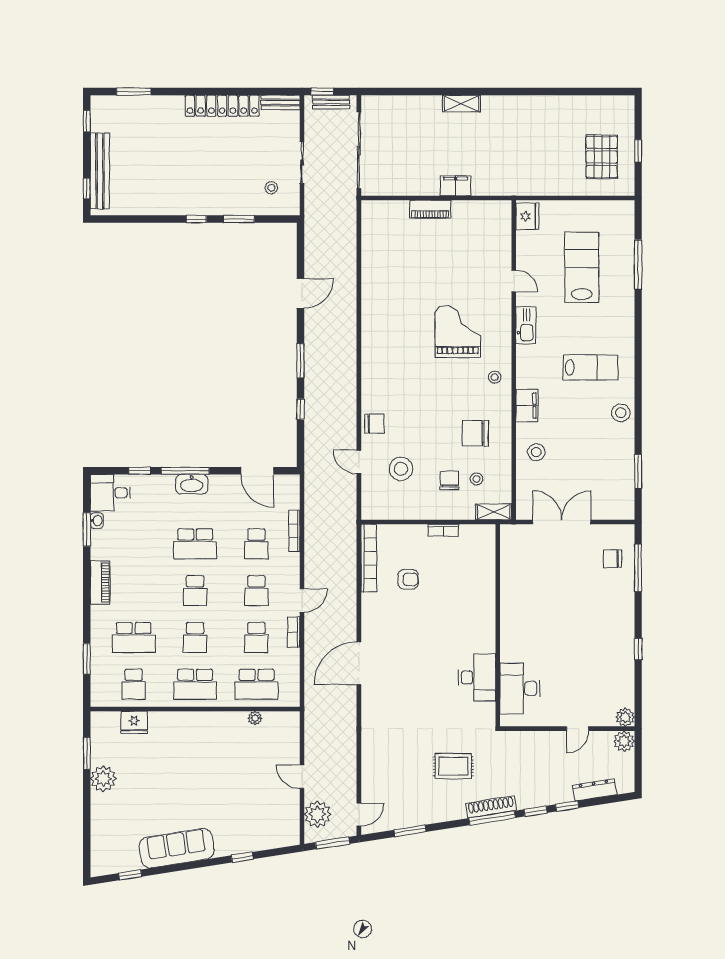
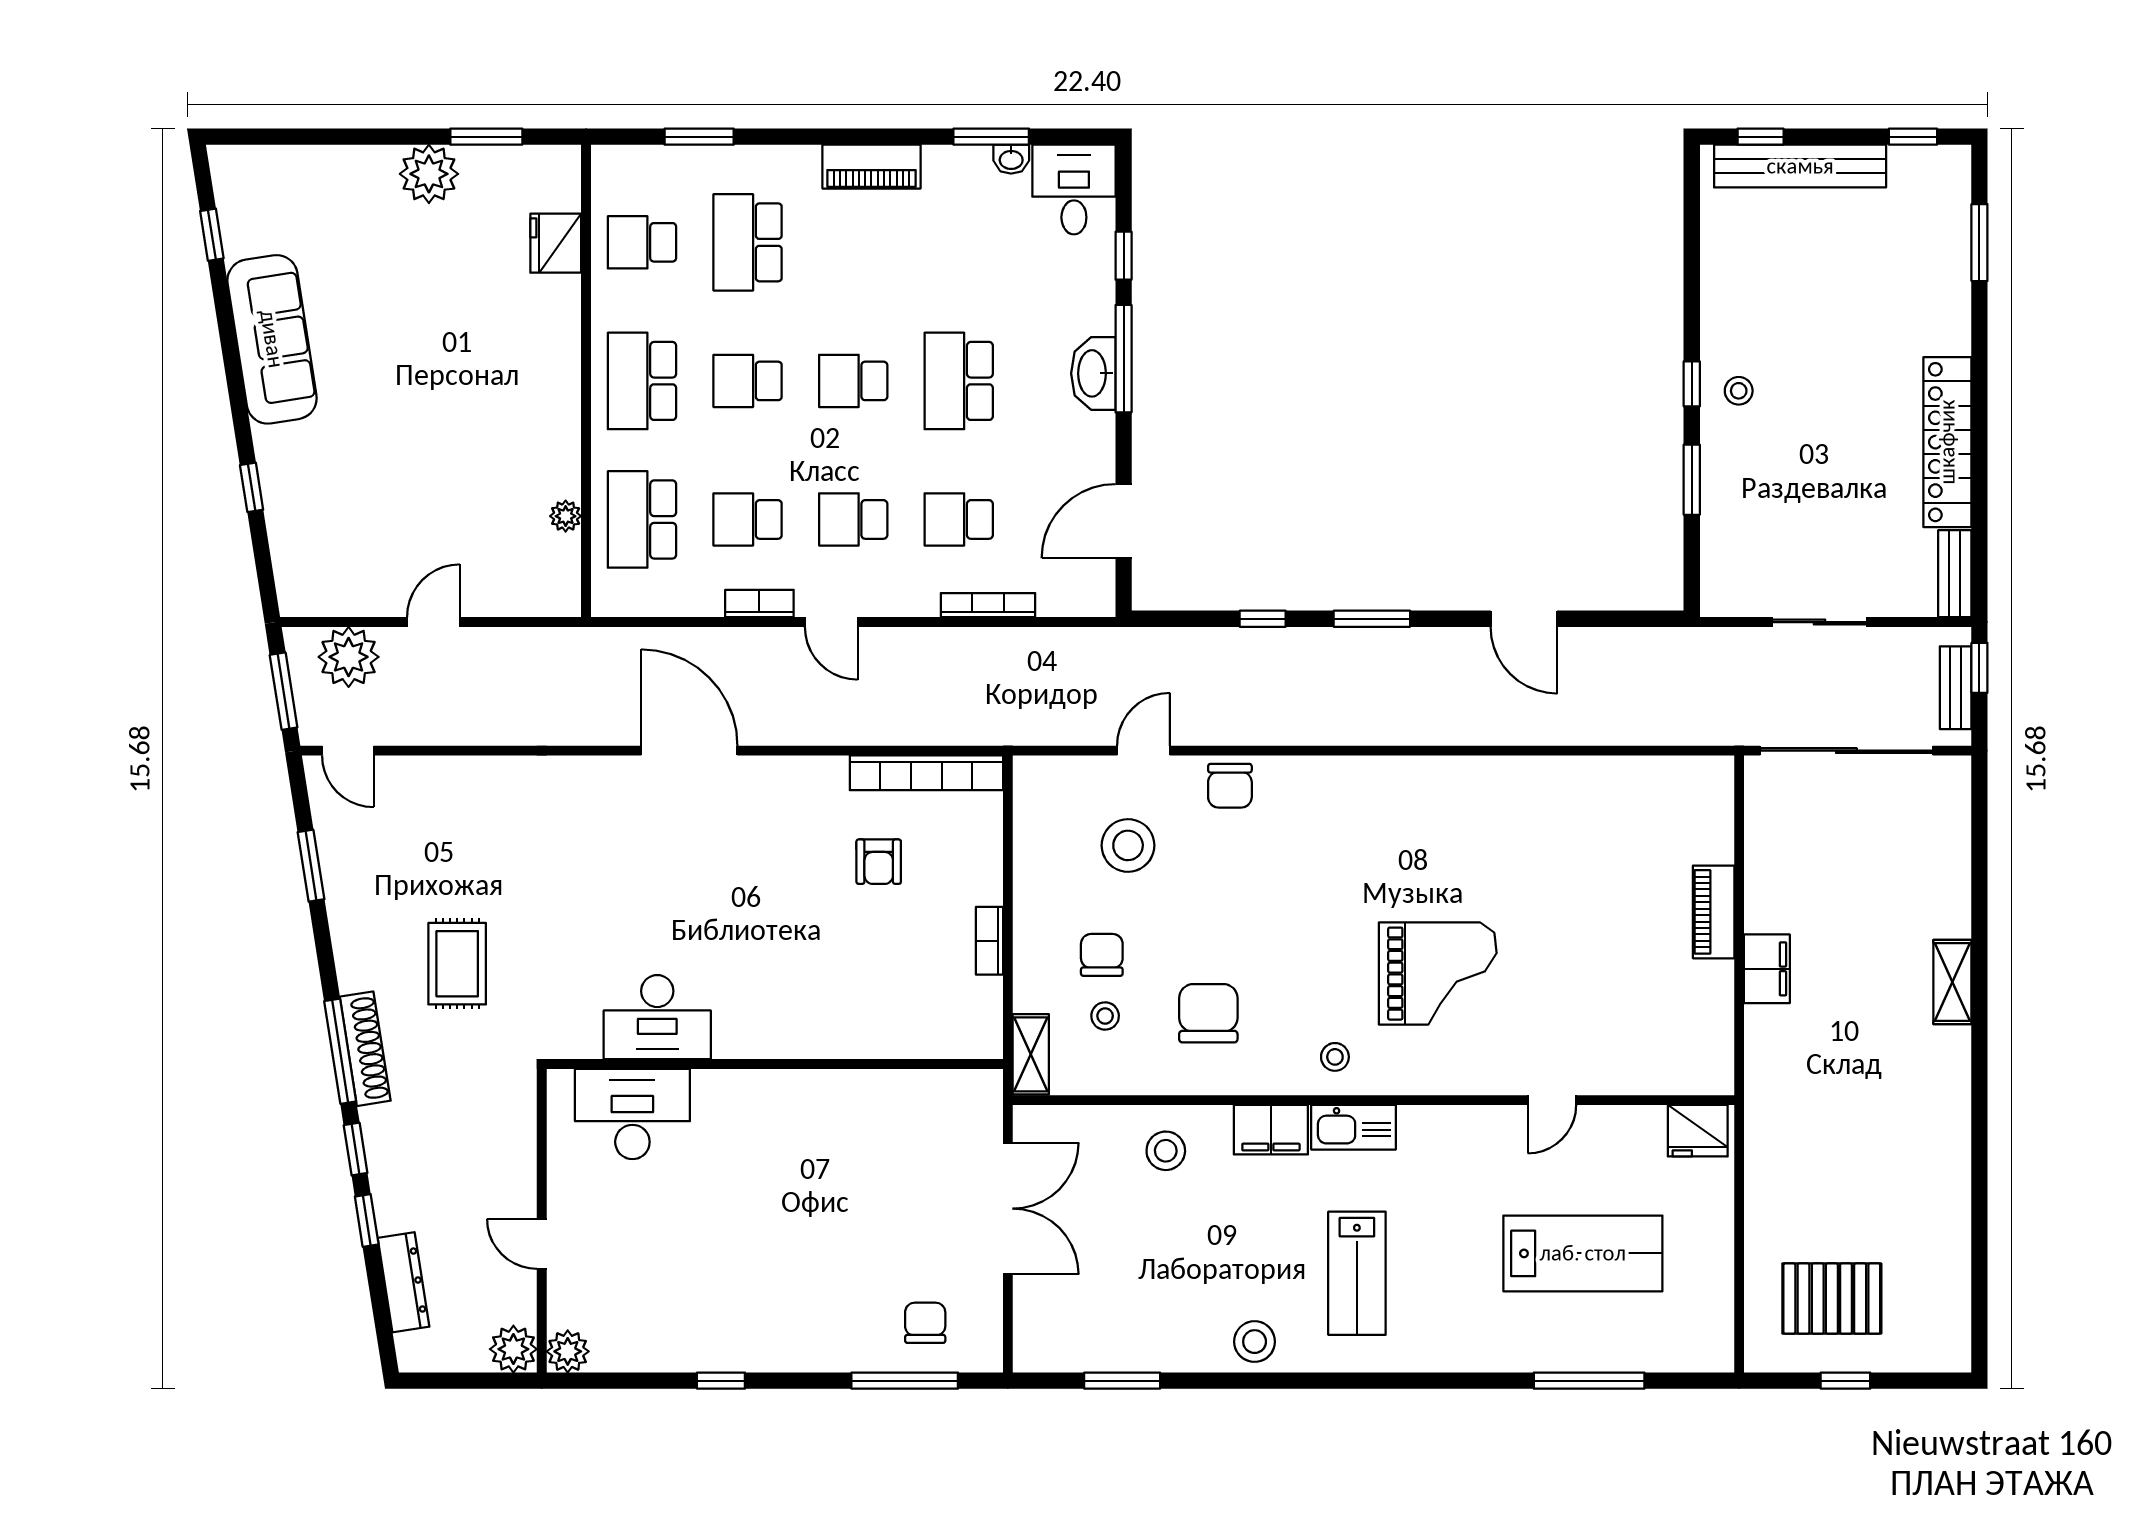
stool: (271, 188) -> (1739, 391), moved
kitchen sink: (526, 325) -> (1353, 1127), moved
chair: (449, 480) -> (1102, 955), turned -90

